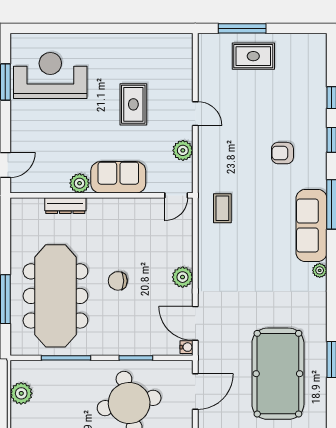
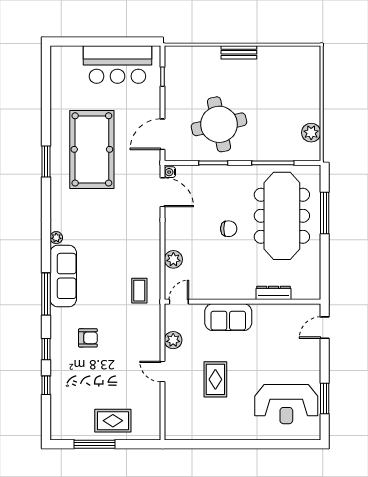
window: (242, 28) -> (94, 444), moved
plant: (80, 183) -> (261, 312), removed
plant: (183, 277) -> (173, 259), moved

